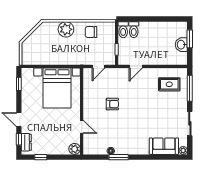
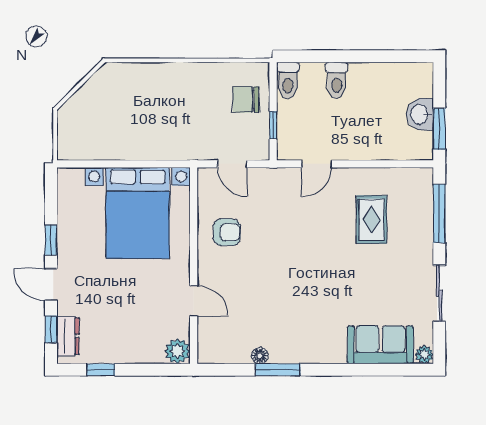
plant: (66, 29) -> (158, 80), removed
toilet: (134, 30) -> (337, 80), moved
chair: (91, 32) -> (246, 100), moved
window: (190, 39) -> (439, 129), moved
door: (99, 66) -> (232, 164), hinge flipped
window: (19, 84) -> (51, 240), moved
rug: (169, 84) -> (372, 220), moved, turned 90
armchair: (112, 104) -> (227, 232), moved

